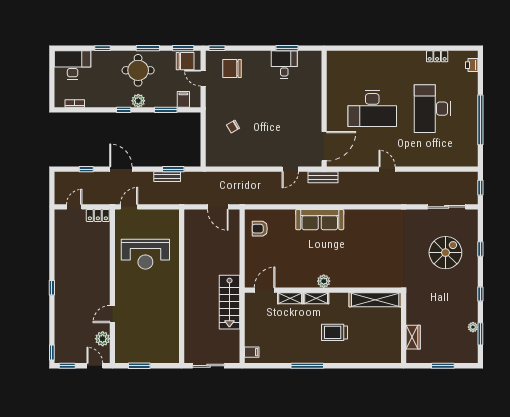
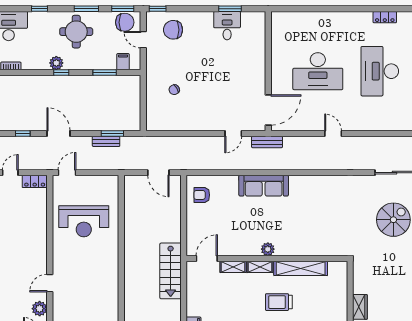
plant: (138, 101) -> (56, 63), moved
shelving: (375, 300) -> (301, 268), moved

